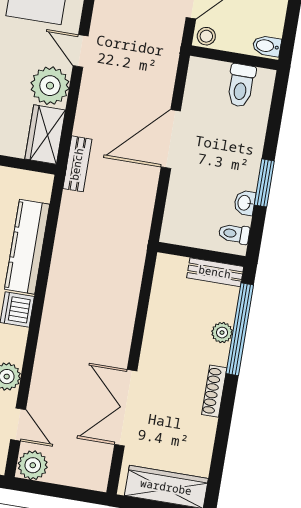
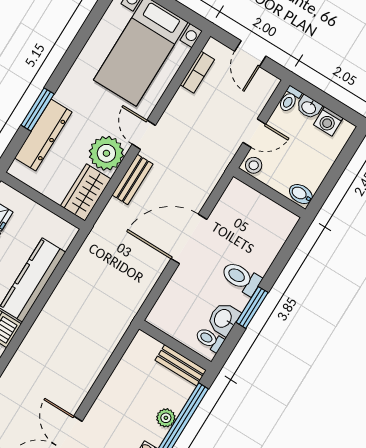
toilet: (241, 85) -> (241, 278), moved, turned 90
bench: (77, 164) -> (132, 180), moved
washbasin: (245, 203) -> (223, 319), width x1.38, depth x1.45

